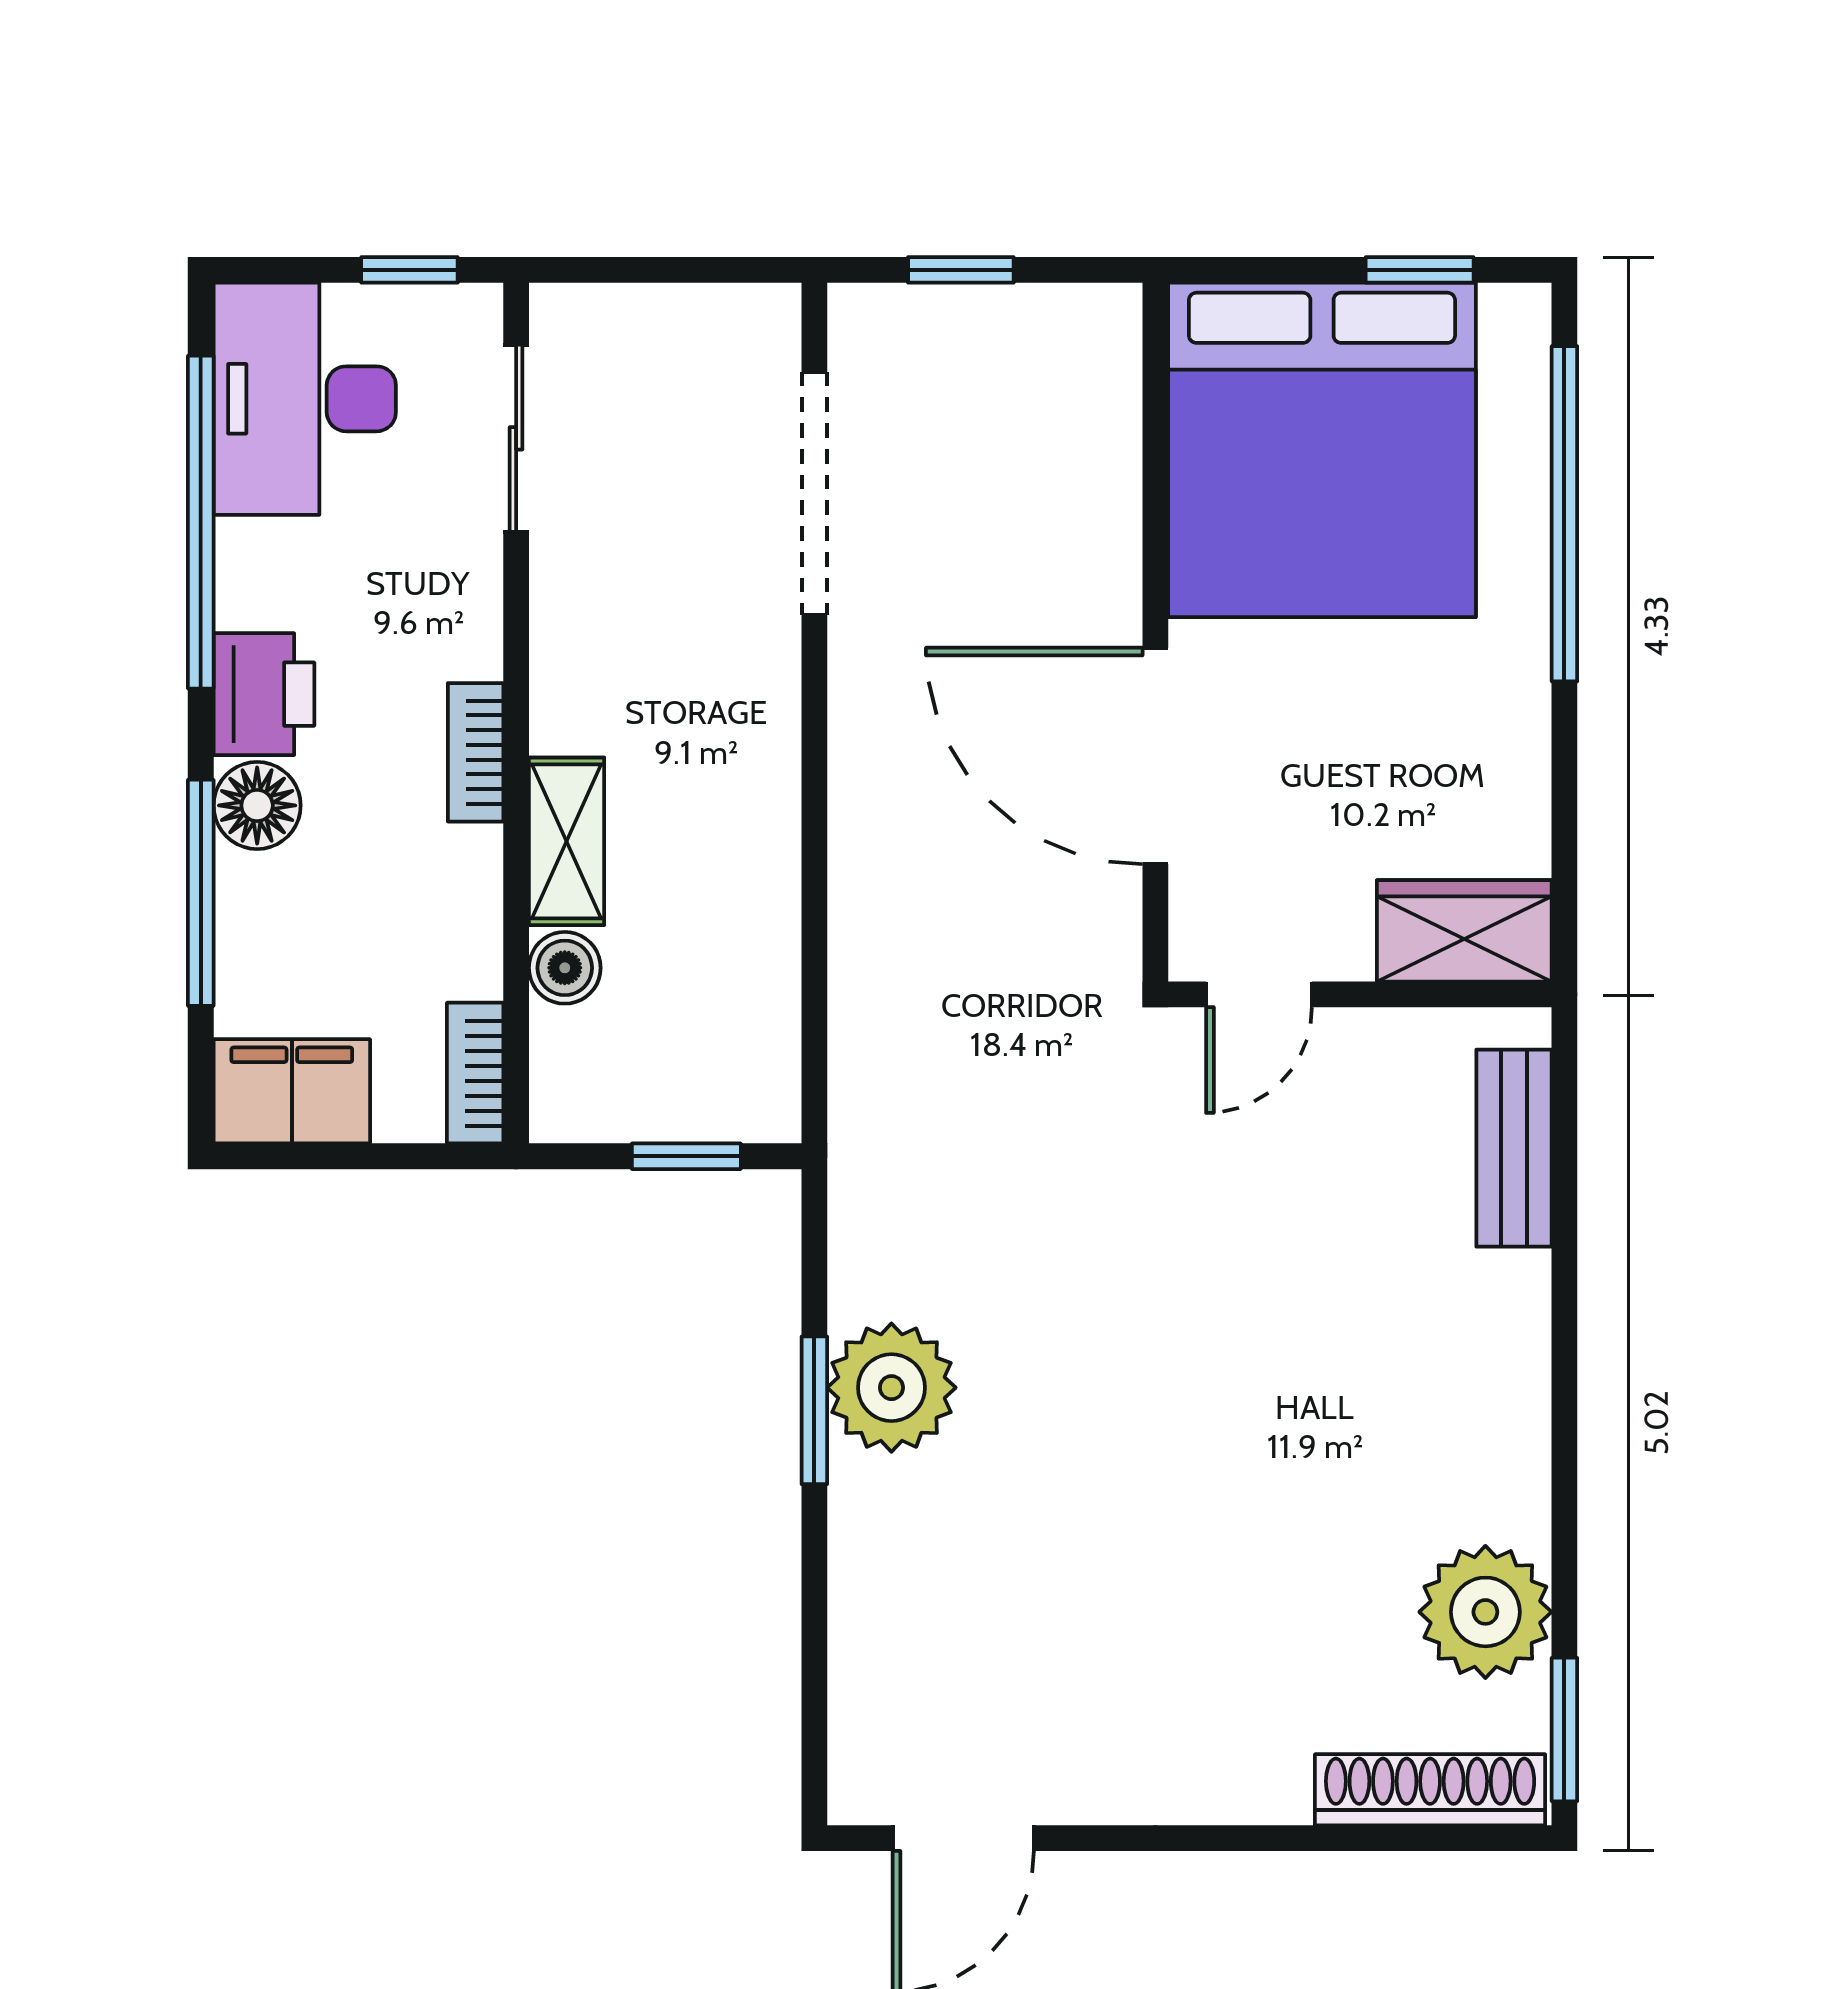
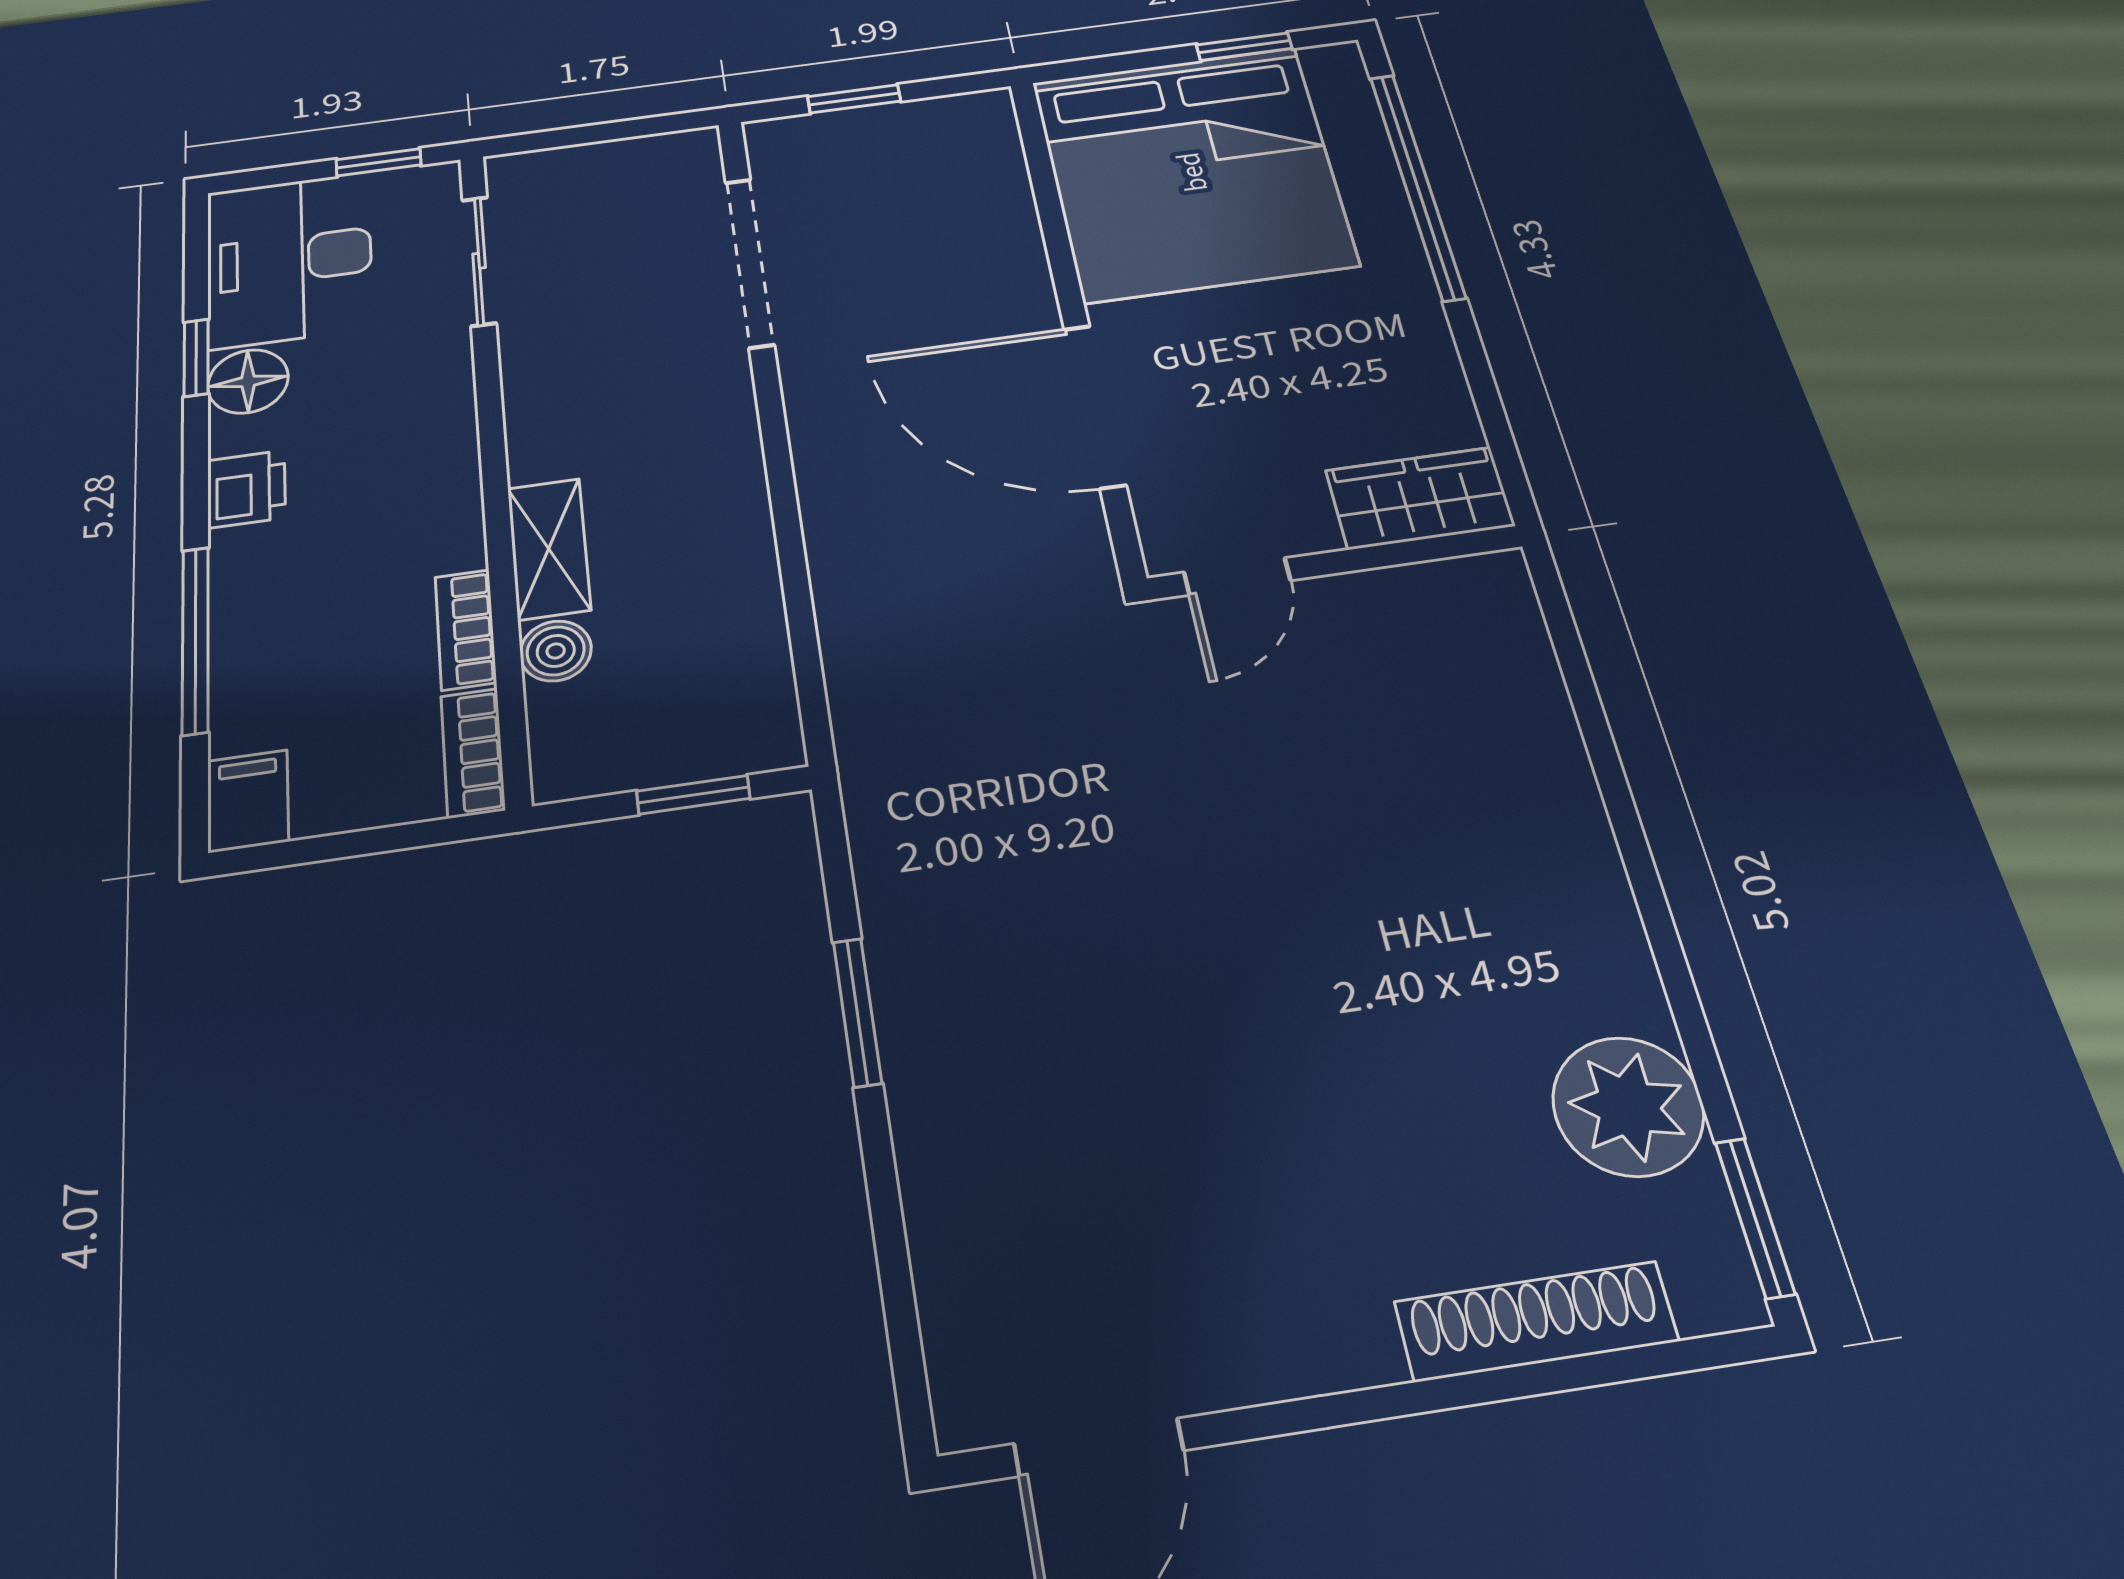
window: (201, 522) -> (196, 358), width x0.32
printer: (264, 694) -> (246, 489), width x0.73, depth x0.81
bookcase: (476, 752) -> (466, 629), moved
floor lamp: (257, 805) -> (248, 381), moved
filing cabinet: (292, 1091) -> (248, 801), width x0.50
bench: (1514, 1148) -> (1523, 668), removed
plant: (891, 1388) -> (936, 978), removed
shoe rack: (1430, 1790) -> (1536, 1321), moved

